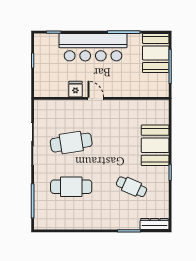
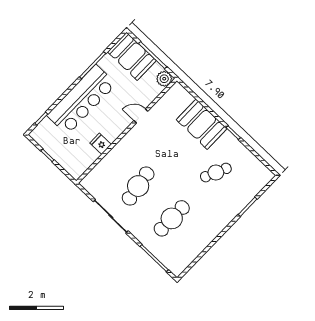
plant: (162, 90) -> (164, 79), added
door: (96, 98) -> (141, 116), moved
dresser: (154, 224) -> (261, 182), removed

